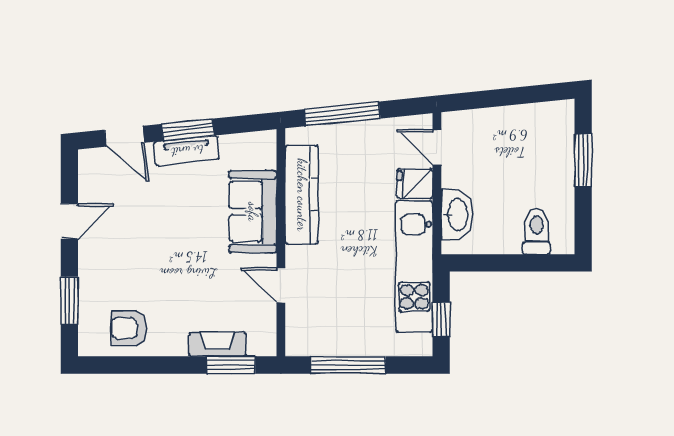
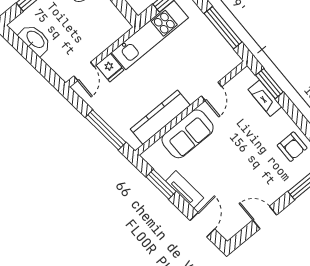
window: (188, 130) -> (161, 184), moved
washbasin: (457, 215) -> (35, 40), moved, turned 84

